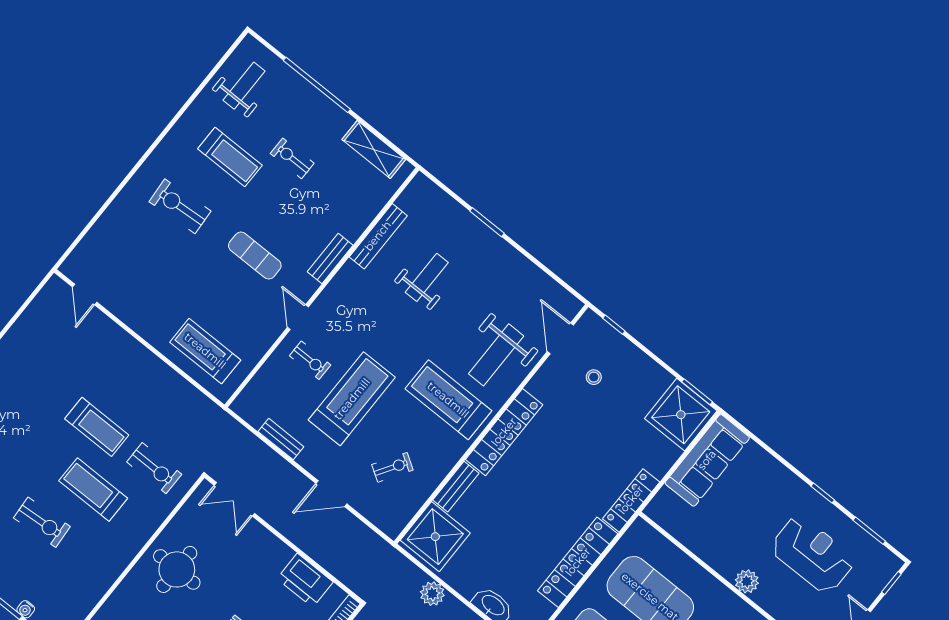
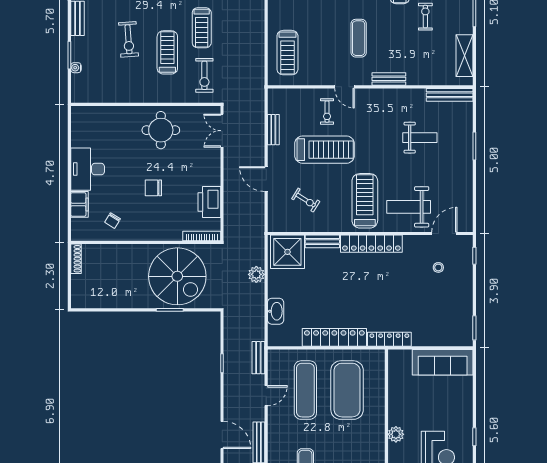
bench: (378, 236) -> (450, 95), moved
door: (298, 317) -> (344, 87), swing flipped
treadmill: (205, 351) -> (287, 53), turned 180
shower: (681, 415) -> (455, 329), removed

